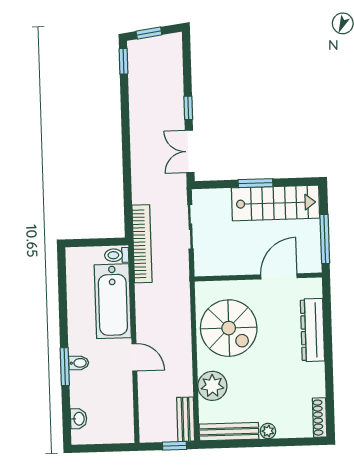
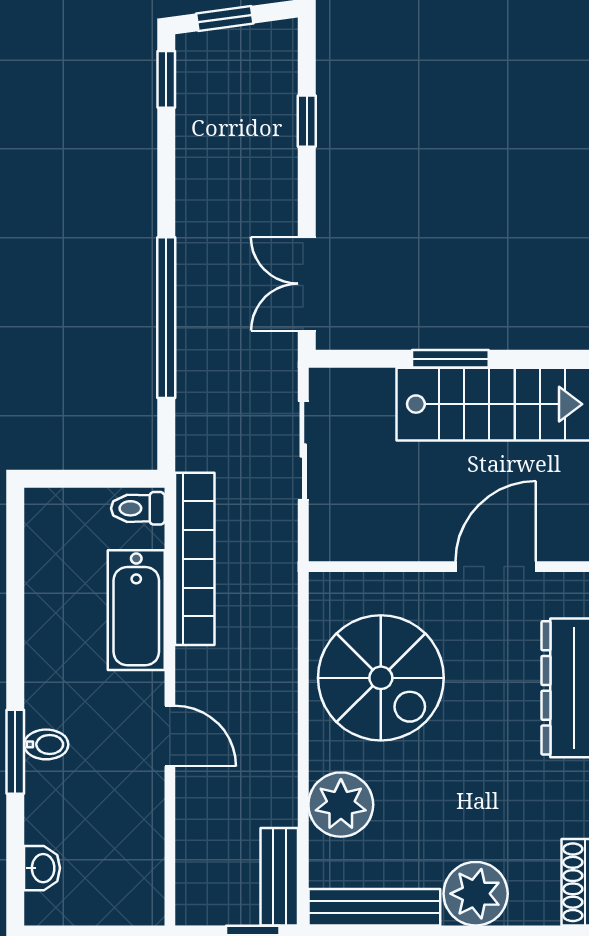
window: (188, 108) -> (307, 121), moved
window: (127, 169) -> (166, 318), added
bookcase: (142, 244) -> (195, 559), moved
bathtub: (113, 301) -> (136, 610), width x0.73, depth x0.73
plant: (268, 431) -> (476, 894), width x1.88, depth x1.88

